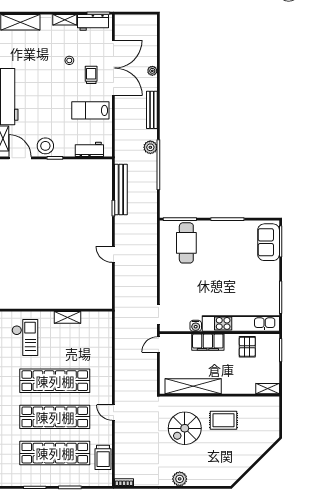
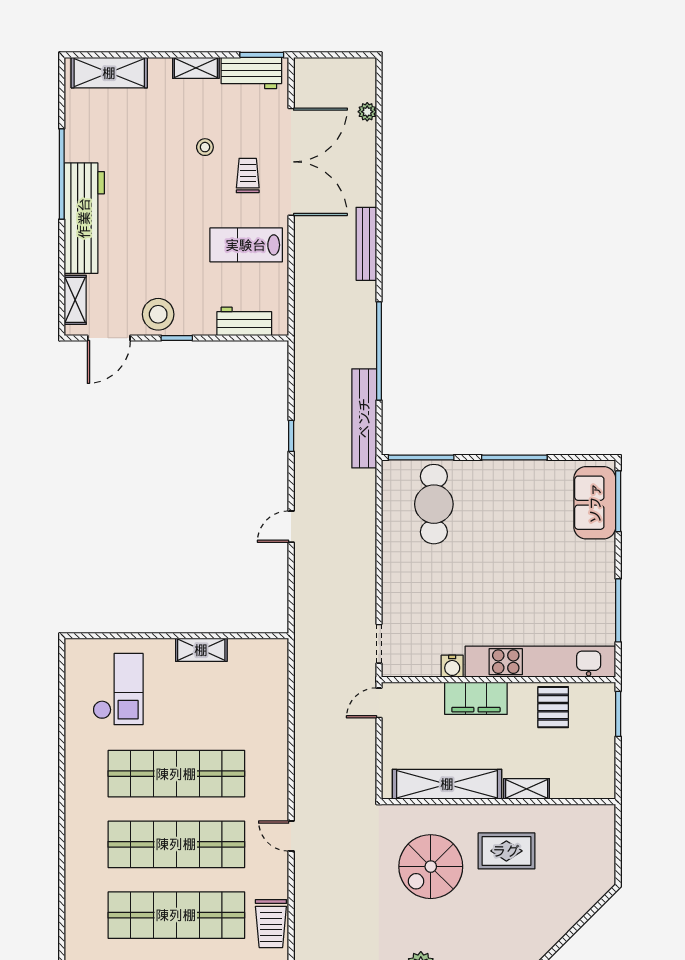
plant: (152, 71) -> (367, 112), moved
plant: (150, 147) -> (363, 317), removed
door: (20, 158) -> (109, 338), swing flipped
bench: (121, 189) -> (364, 418), moved
door: (113, 254) -> (291, 527), hinge flipped
shelving: (268, 389) -> (527, 789), moved

